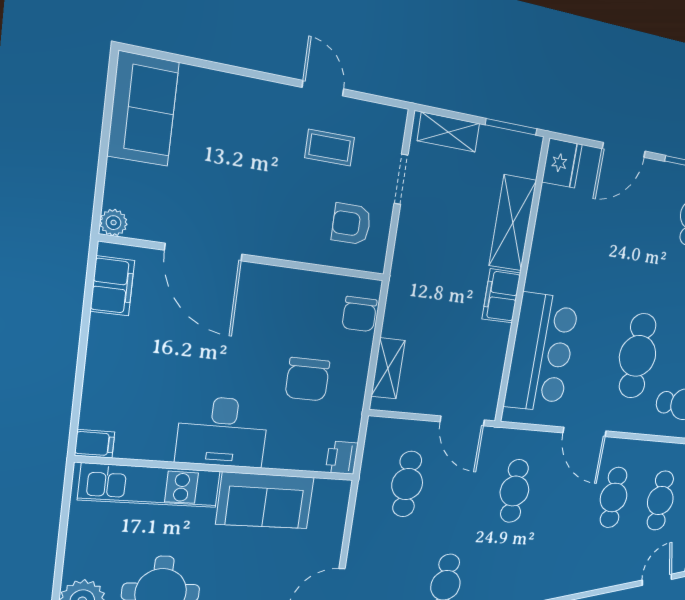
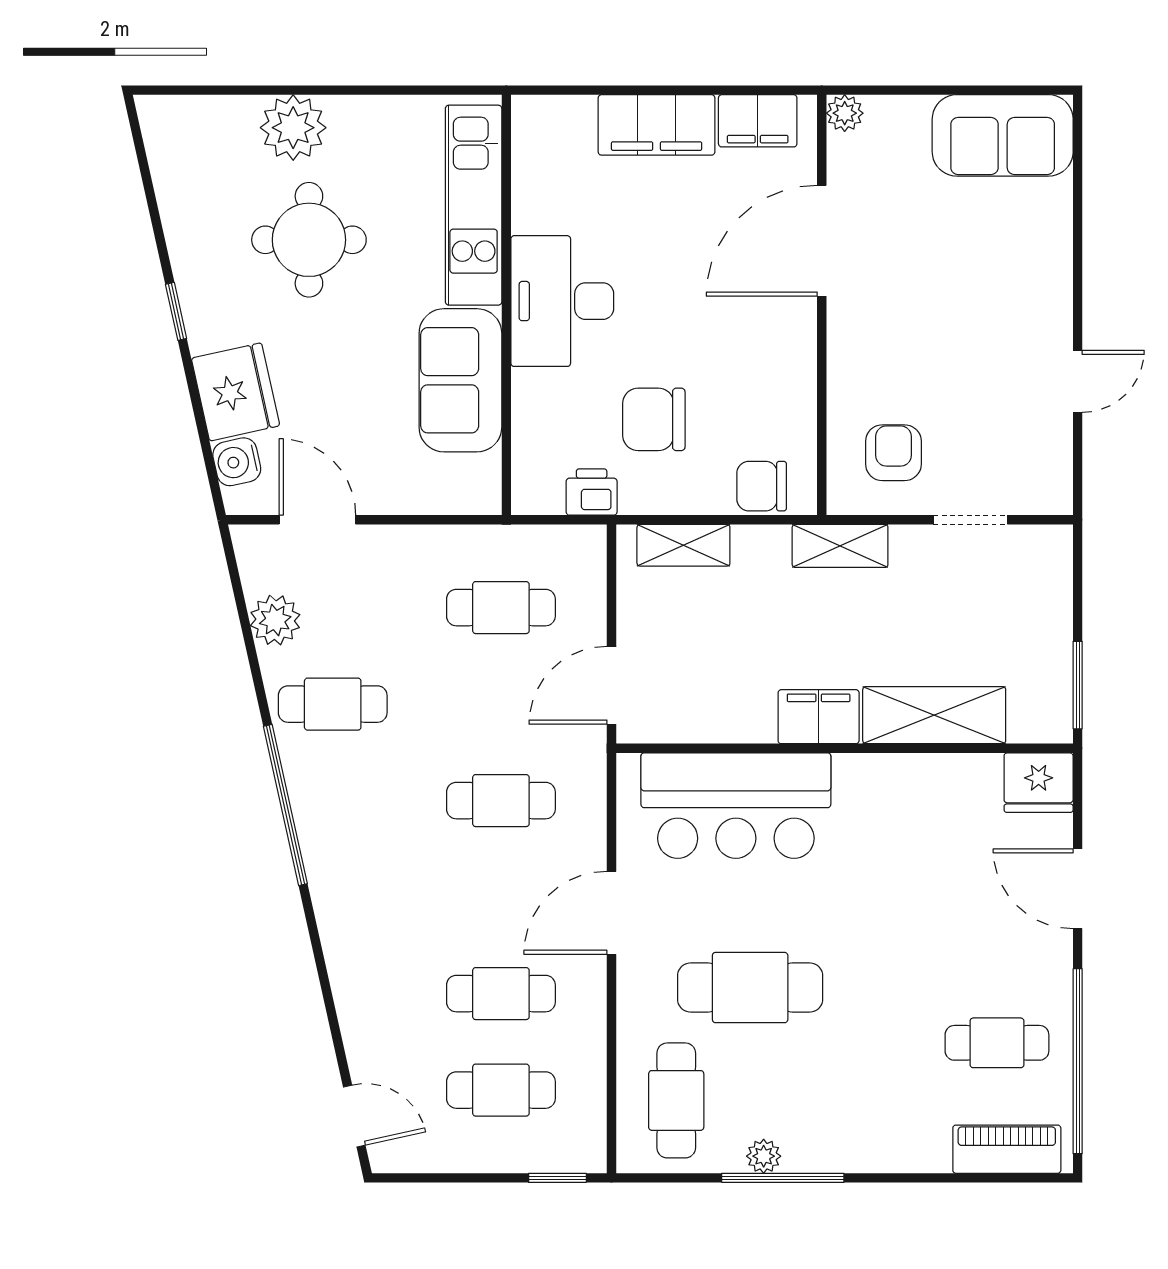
shelving: (448, 132) -> (840, 546), moved, turned 90
coffee table: (330, 148) -> (997, 403), removed
filing cabinet: (95, 444) -> (657, 125), moved, width x3.00, depth x1.17
printer: (342, 458) -> (592, 492), moved

